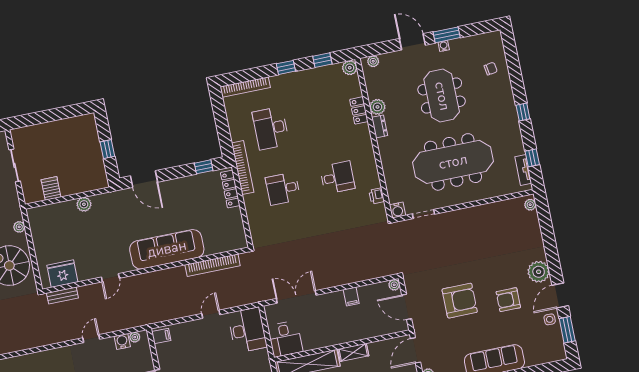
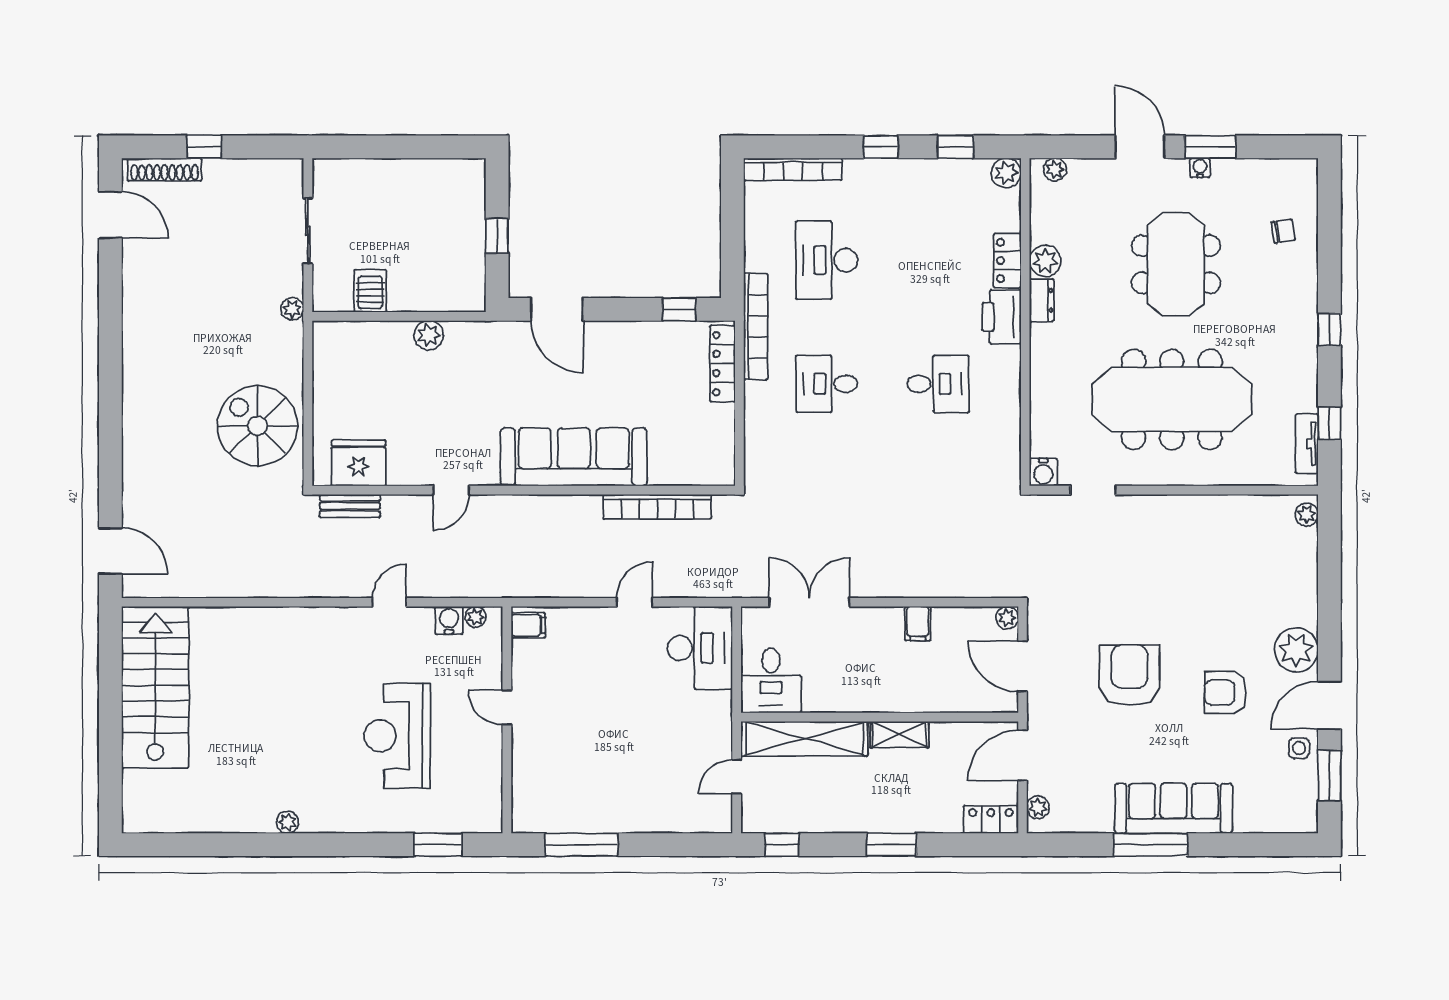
printer: (377, 196) -> (1002, 317), moved, width x1.87, depth x1.48
plant: (19, 227) -> (292, 309), moved
armchair: (460, 301) -> (1129, 675), turned -90

